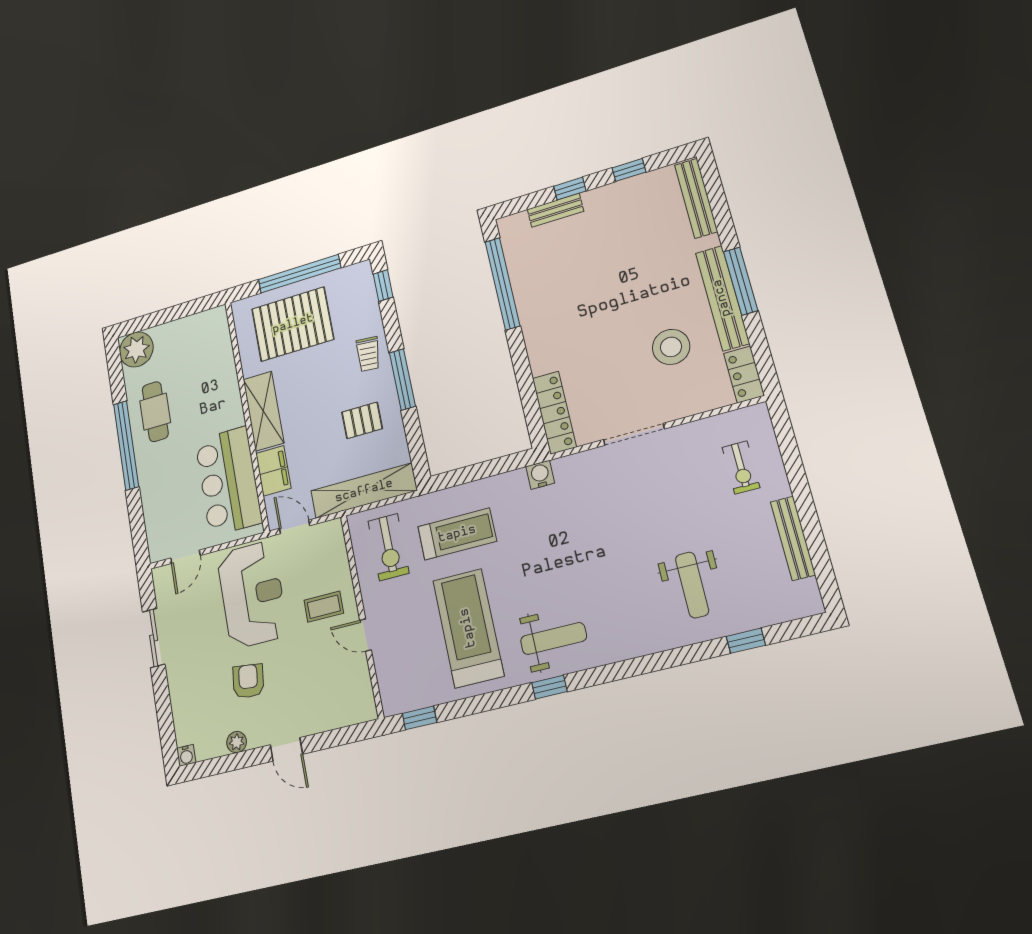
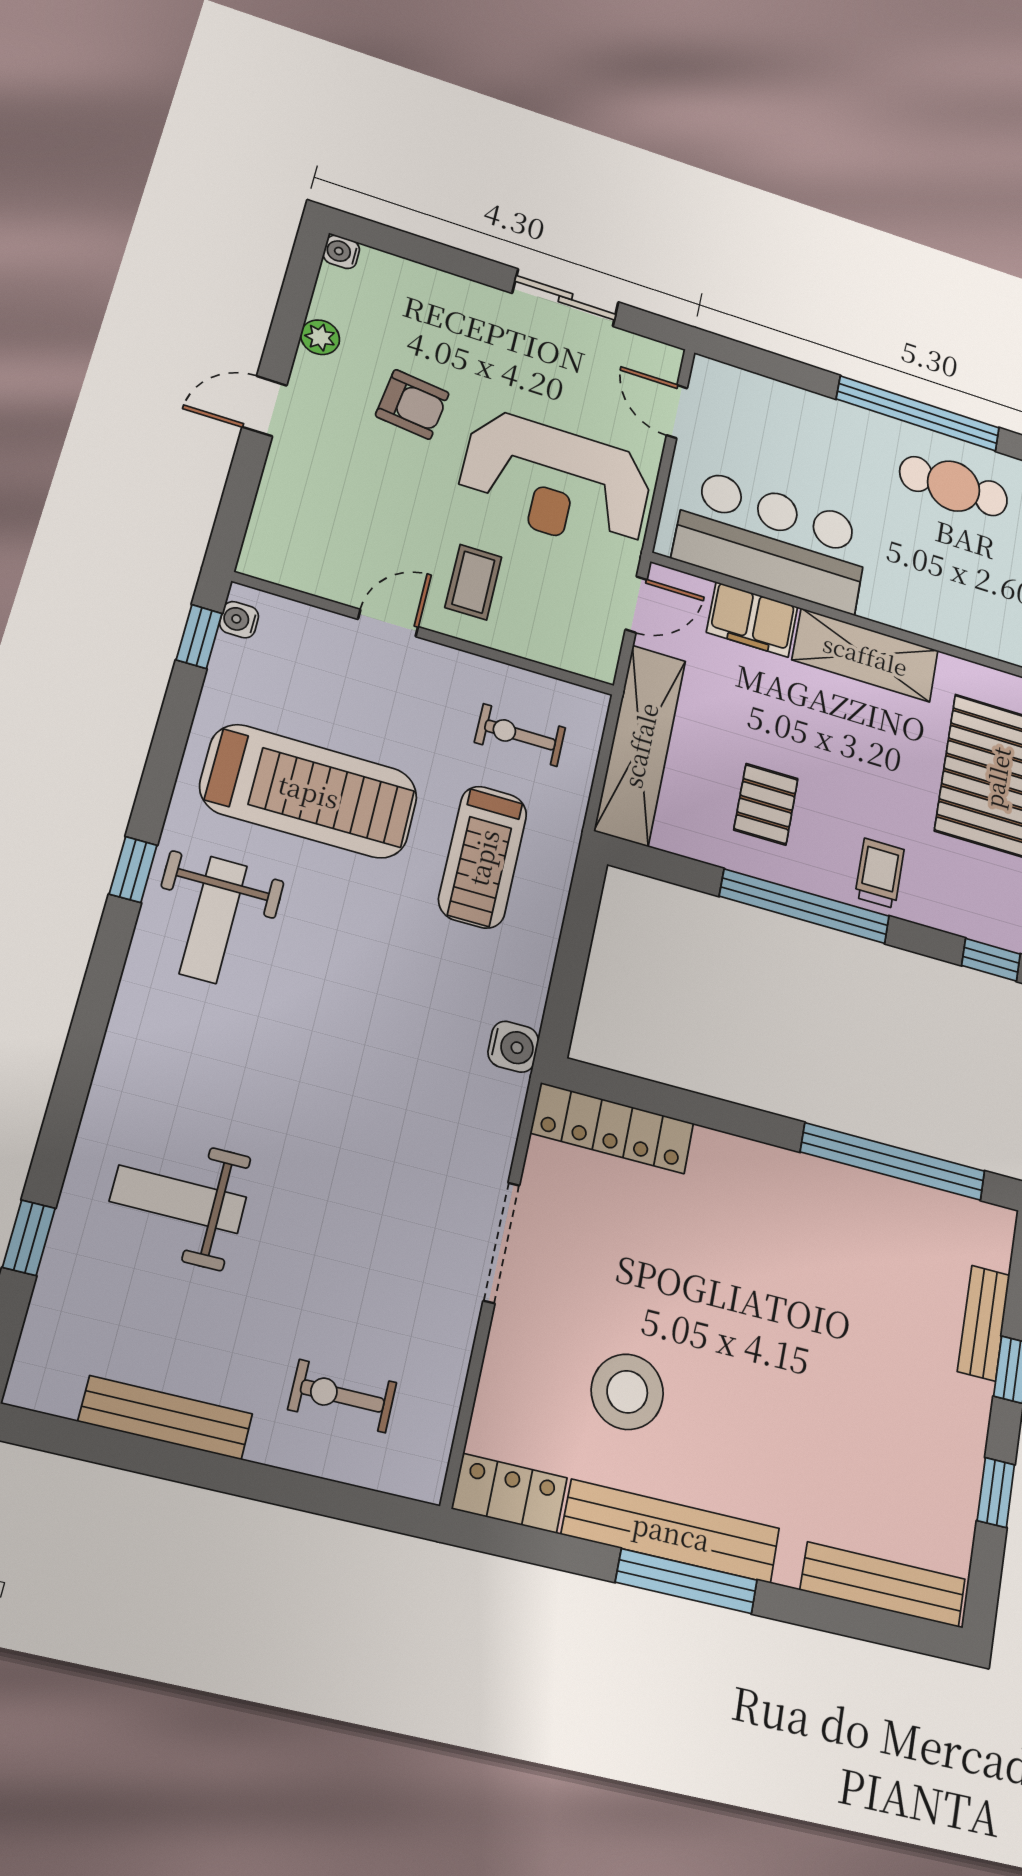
trolley: (368, 354) -> (880, 873), turned 85
window: (402, 379) -> (805, 906), width x1.46
exercise bike: (388, 547) -> (520, 735), width x0.73, depth x0.72
water cooler: (401, 704) -> (239, 620), added

